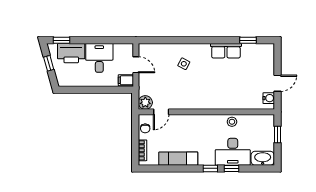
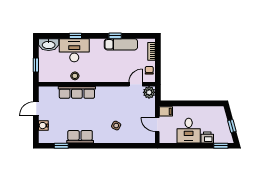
printer: (71, 53) -> (207, 137), width x0.53, depth x0.68
water cooler: (269, 98) -> (43, 126), moved
row of seats: (230, 102) -> (77, 92), added
window: (210, 168) -> (115, 36), moved

